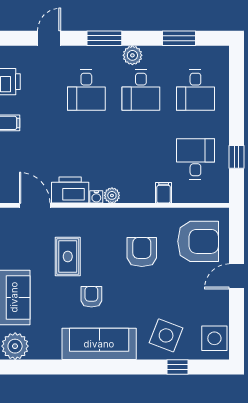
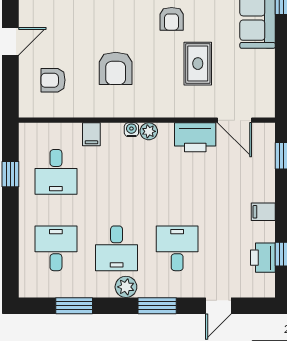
desk: (141, 90) -> (117, 248), turned 180
water cooler: (96, 197) -> (131, 130), moved
armchair: (198, 241) -> (53, 80), width x0.53, depth x0.53

